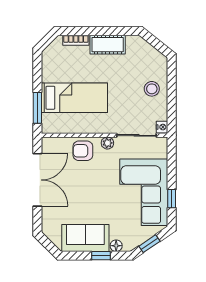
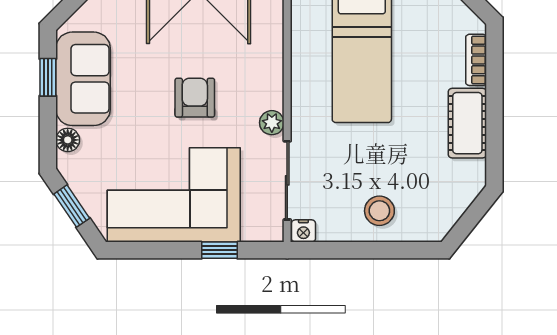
armchair: (83, 151) -> (195, 98), moved
window: (172, 199) -> (220, 250), moved
window: (101, 256) -> (48, 77), moved

